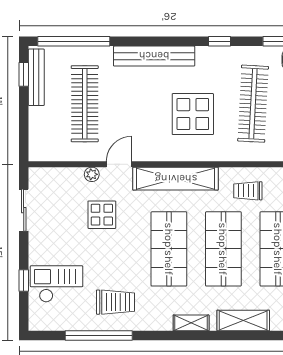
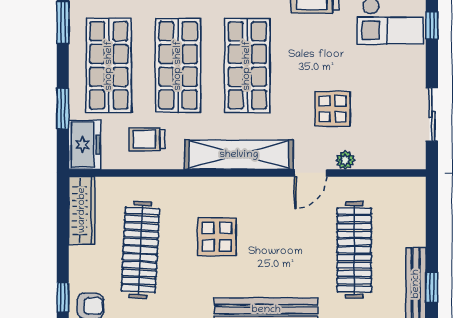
display table: (193, 114) -> (217, 237), width x0.73, depth x0.73
trolley: (248, 191) -> (147, 139), turned 180

